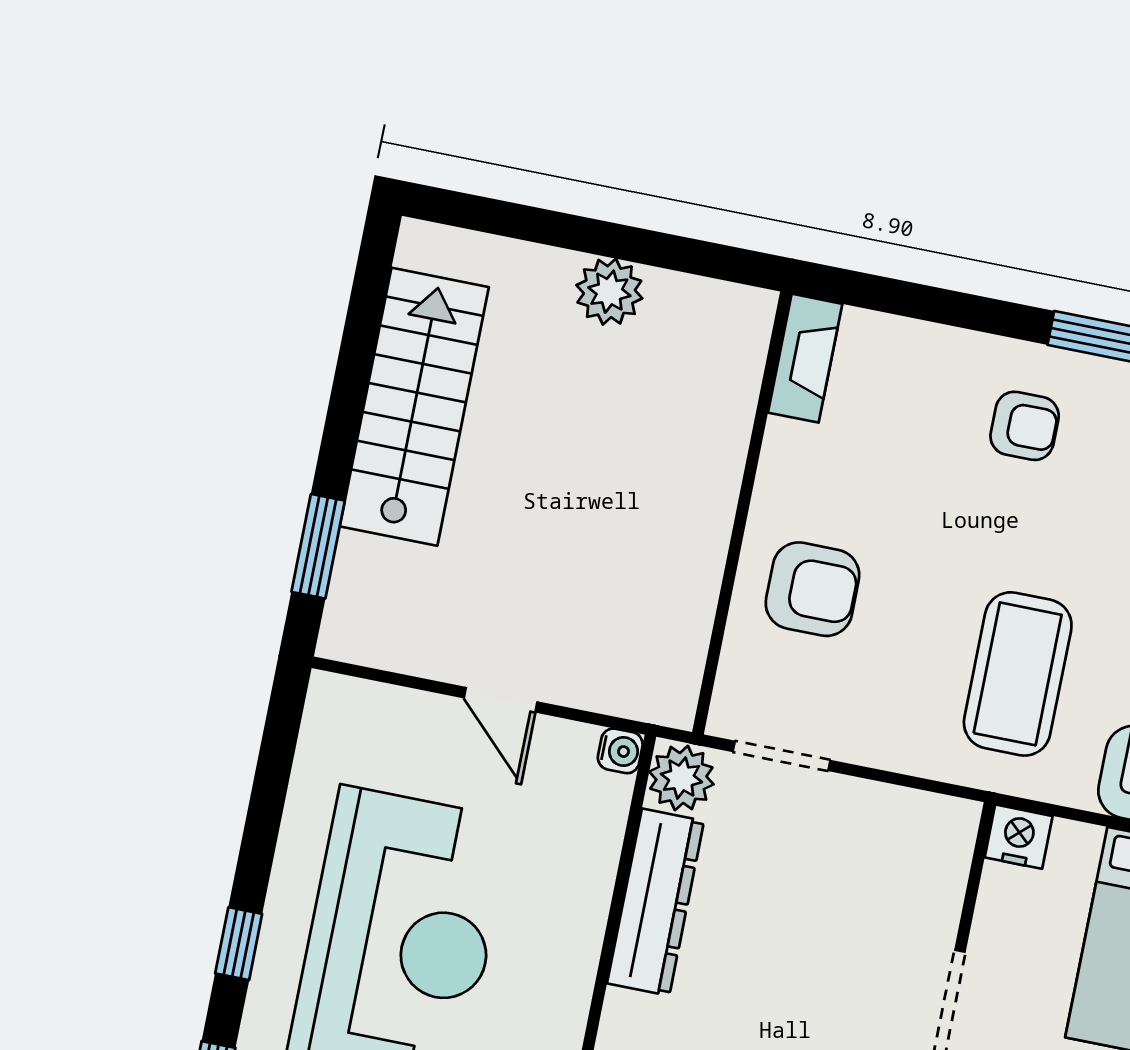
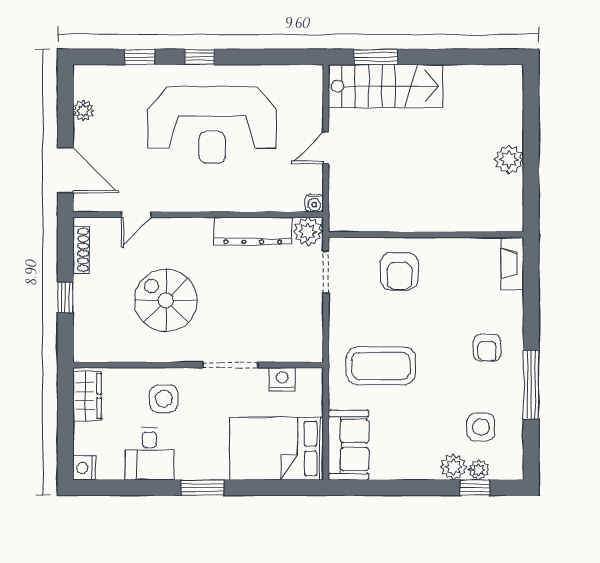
fireplace: (805, 358) -> (512, 264), moved, turned 90
stairs: (414, 407) -> (386, 86), moved
nightstand: (1019, 837) -> (282, 379), moved, turned -90

